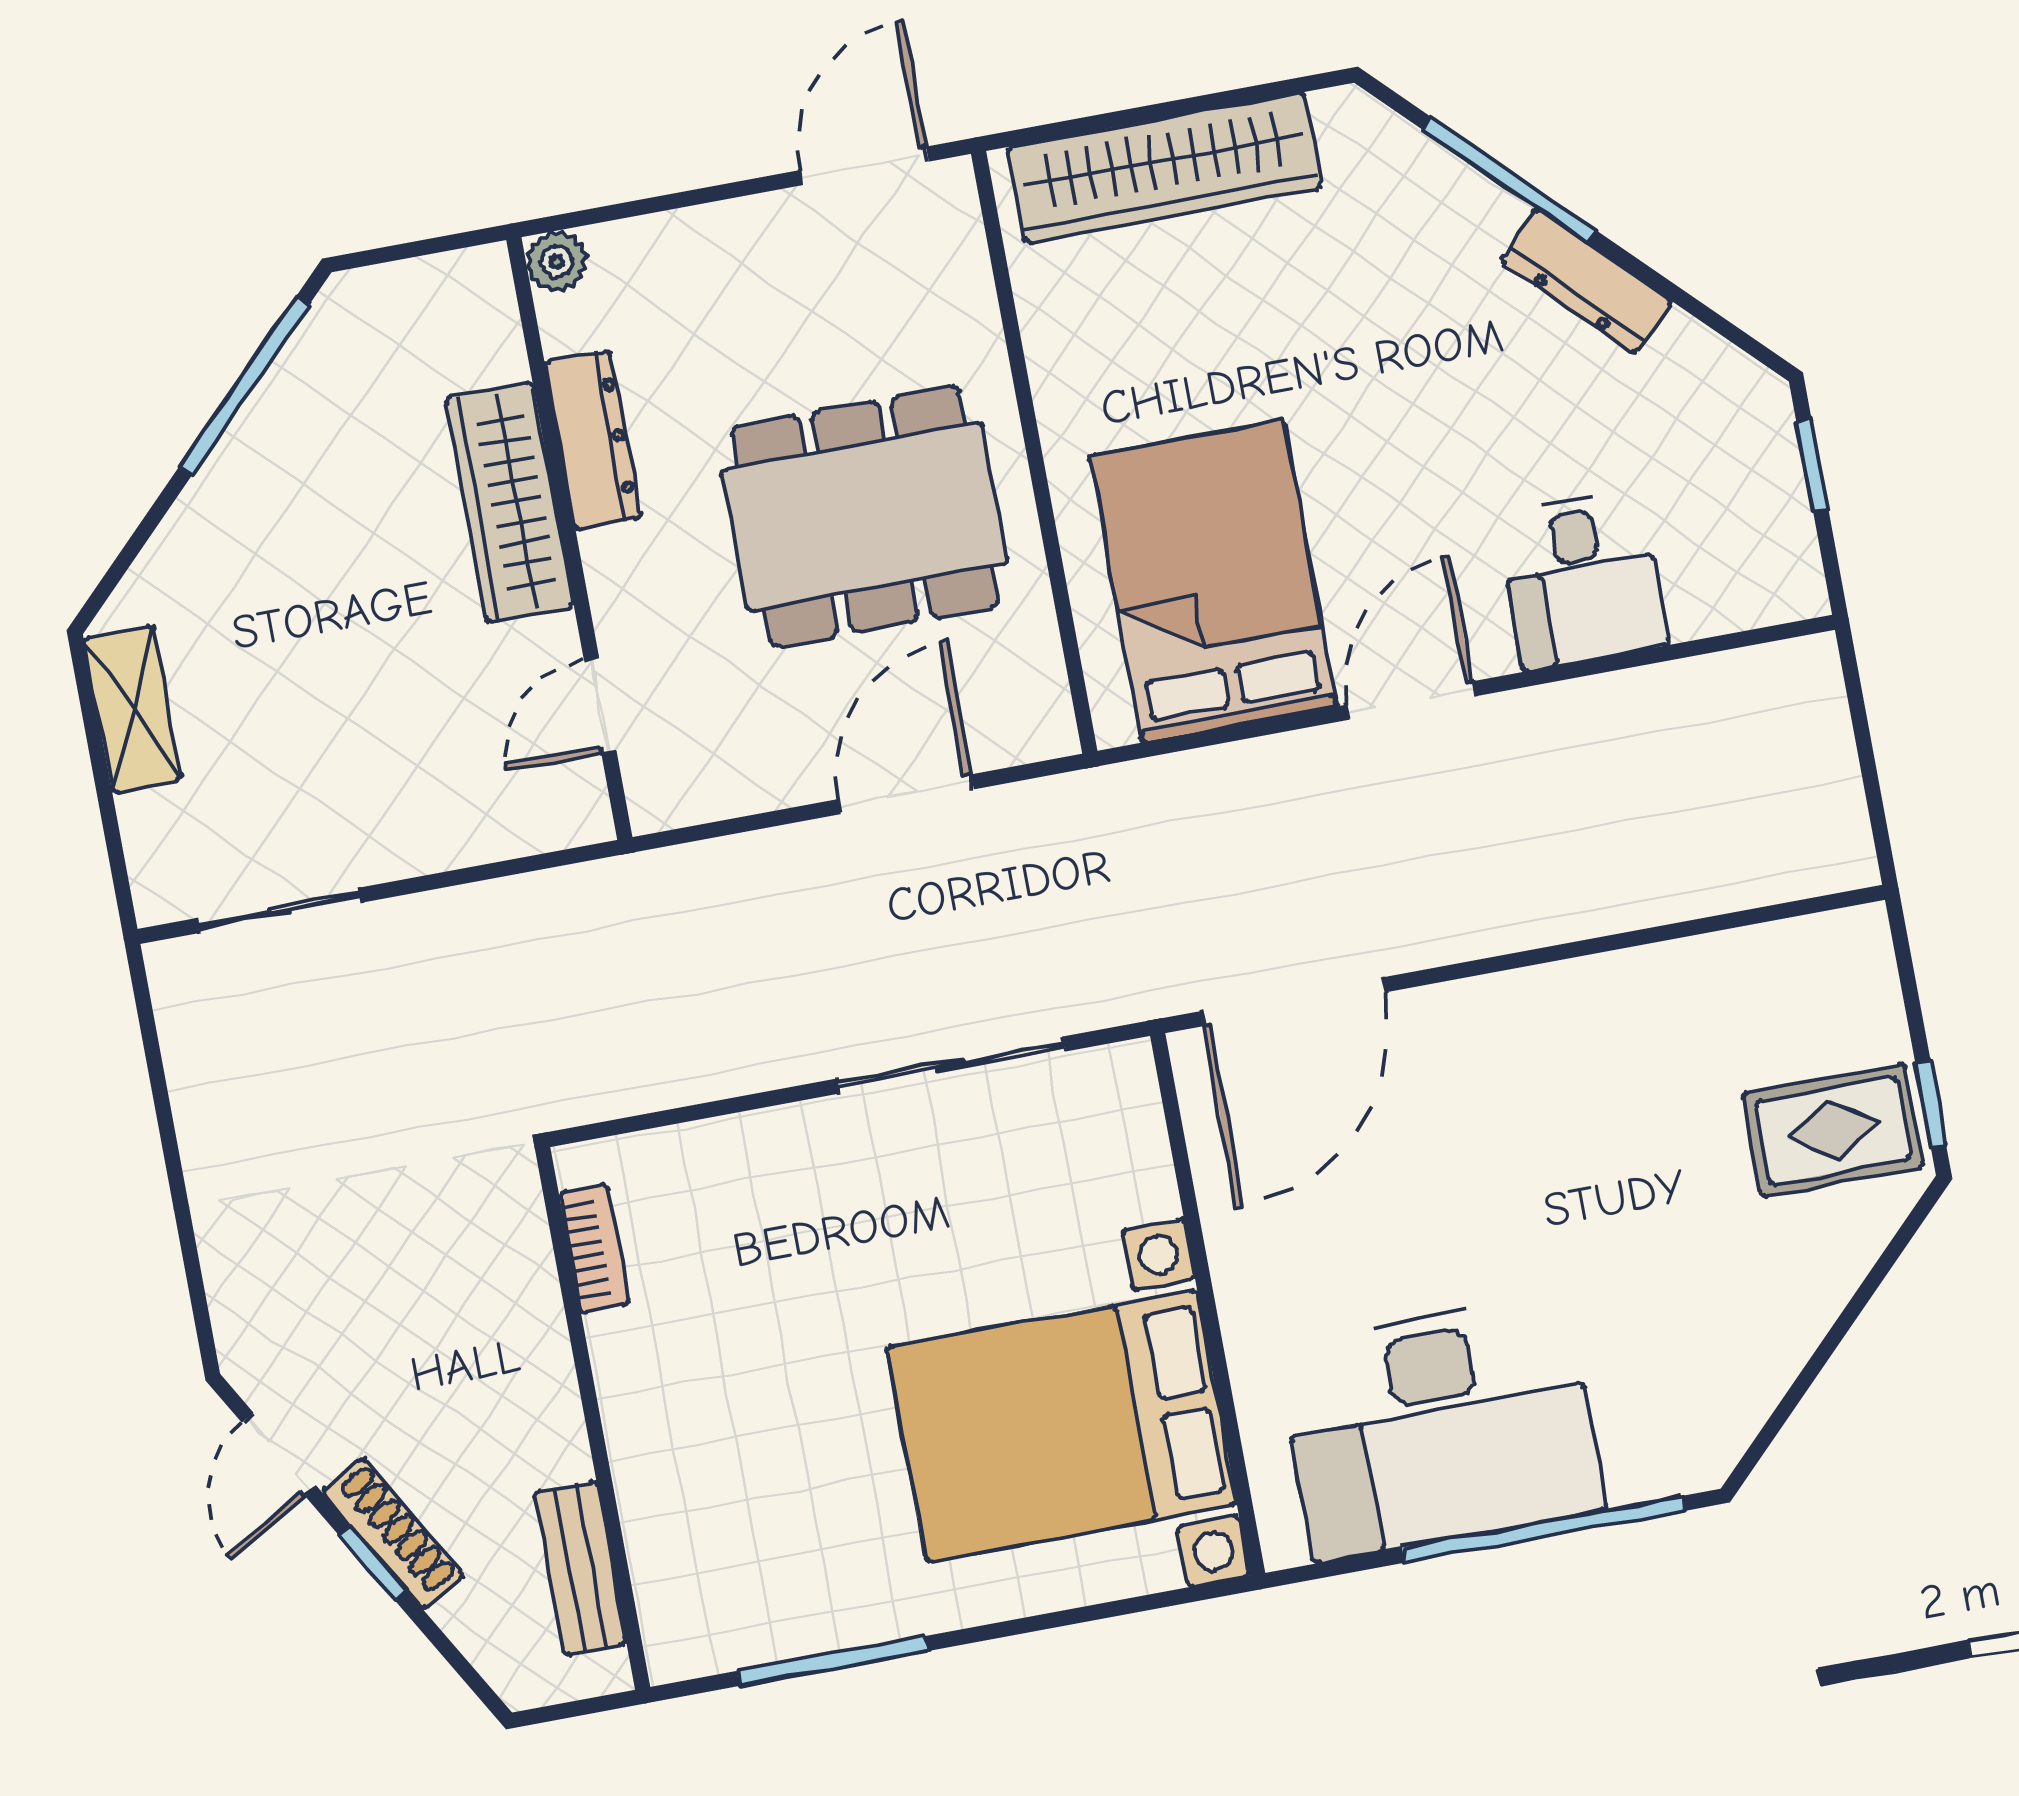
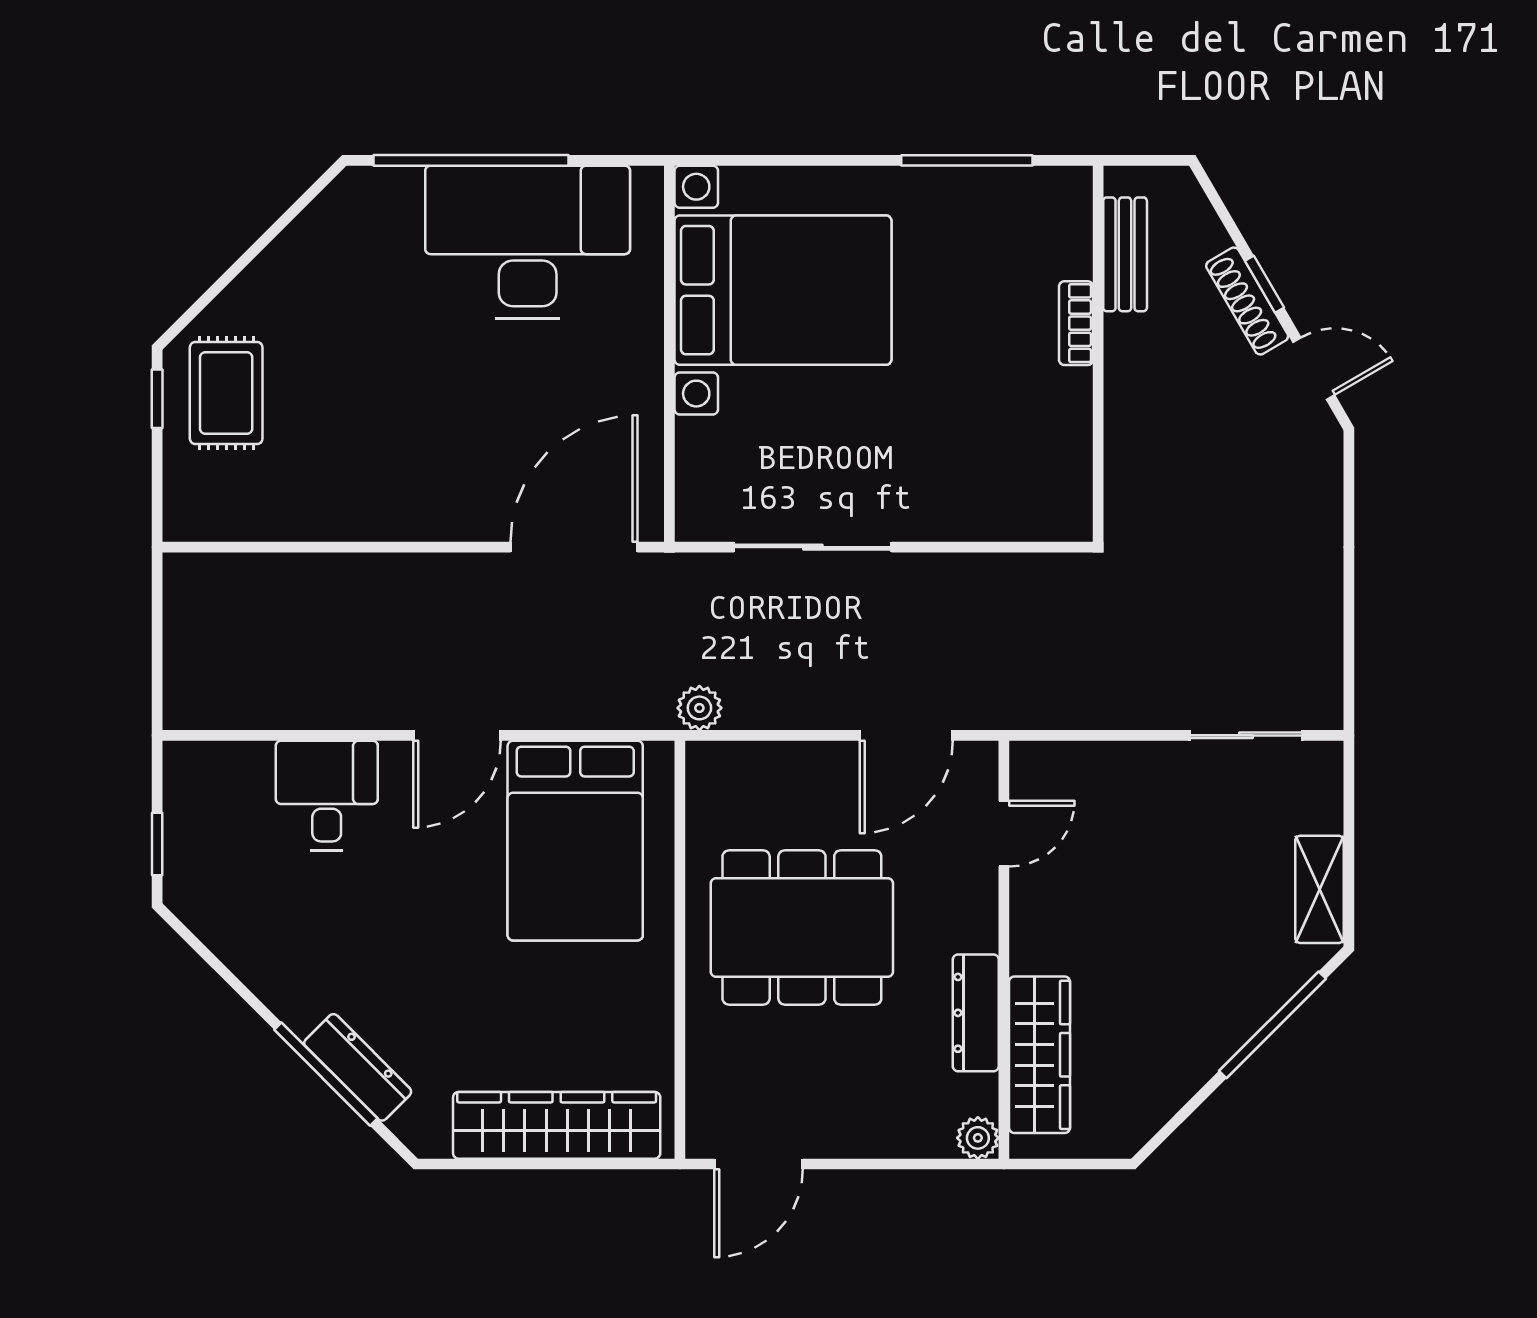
dresser: (1586, 281) -> (358, 1067), moved
window: (245, 385) -> (1273, 1025), moved
wardrobe: (510, 502) -> (1039, 1055), moved
door: (906, 794) -> (906, 735), moved
plant: (1070, 804) -> (699, 708), added
rug: (1833, 1130) -> (226, 393), turned 90
bookcase: (594, 1249) -> (1076, 323), moved
door: (279, 1454) -> (1314, 369), hinge flipped

